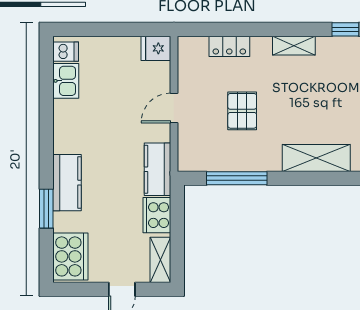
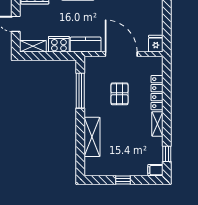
locker: (229, 46) -> (157, 93), width x1.53
door: (174, 108) -> (121, 54), width x1.87
pallet: (242, 111) -> (120, 94), turned 90

